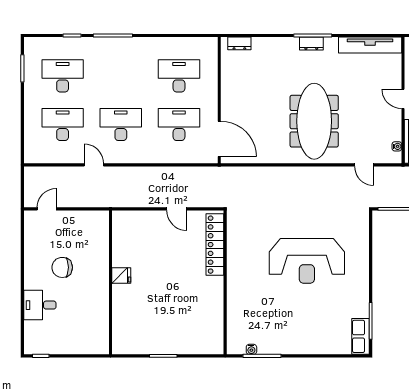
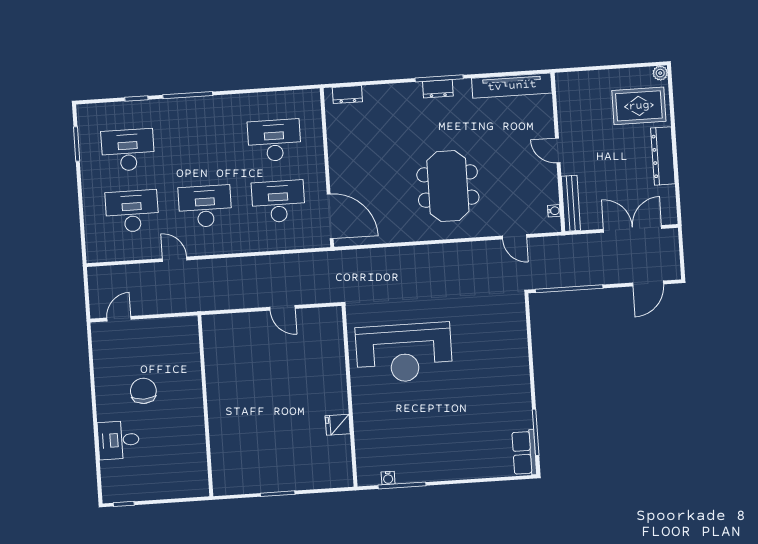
meeting table: (314, 121) -> (448, 186), width x0.73
locker: (215, 245) -> (334, 349), removed
reception desk: (307, 261) -> (404, 353), moved
chair: (62, 267) -> (143, 391), turned 90
fridge: (121, 275) -> (338, 425), moved, turned 180

